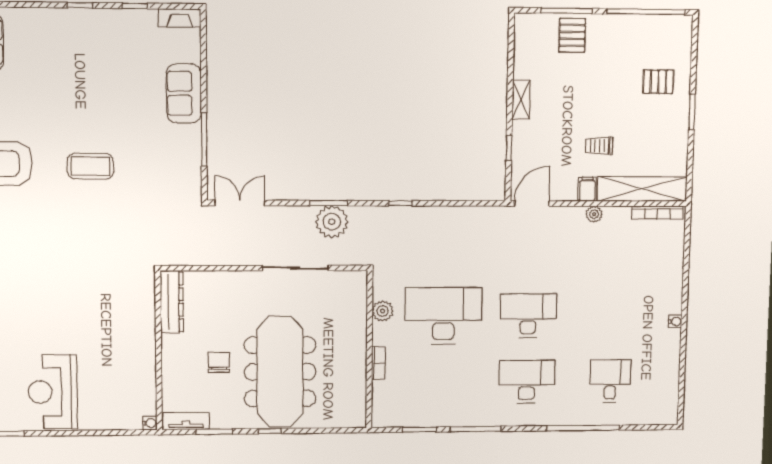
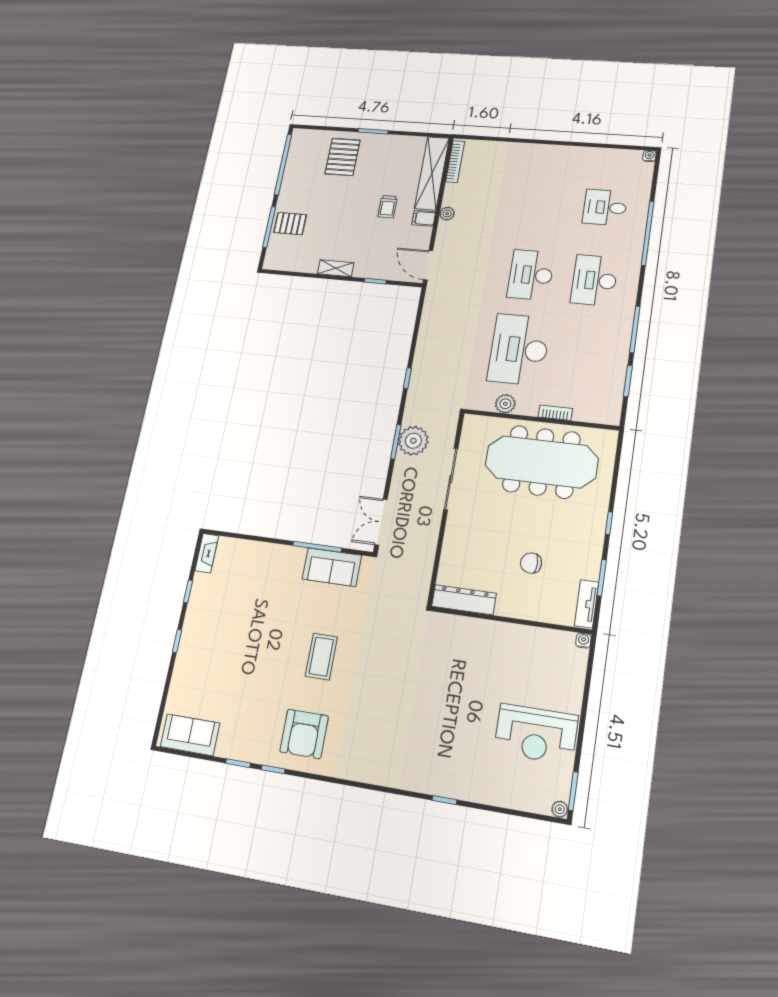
pallet: (658, 82) -> (343, 157), width x1.50, depth x1.42
sofa: (184, 93) -> (332, 567), moved
water cooler: (675, 321) -> (649, 156), moved
meeting table: (280, 372) -> (541, 462), moved

